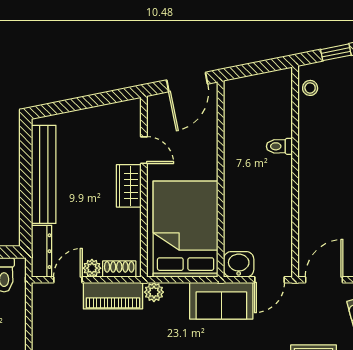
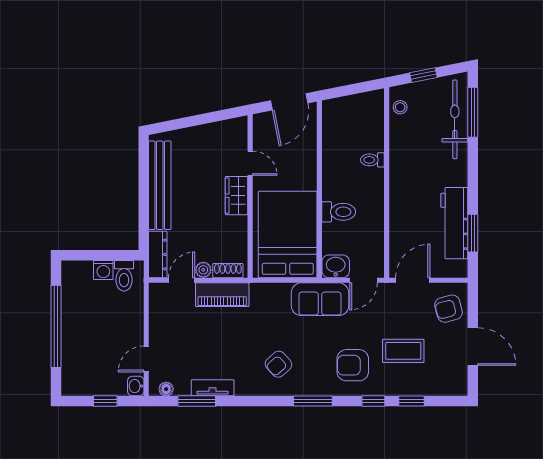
toilet: (242, 204) -> (339, 212), added
plant: (154, 292) -> (259, 291), removed

